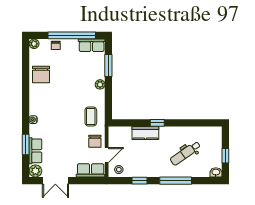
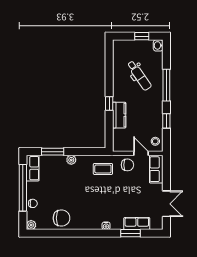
plant: (35, 171) -> (157, 224), removed

